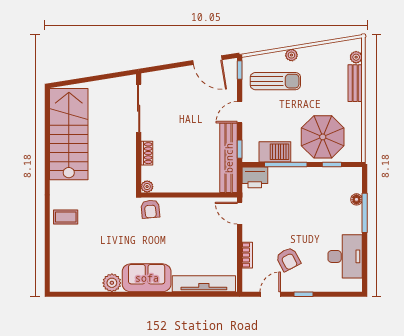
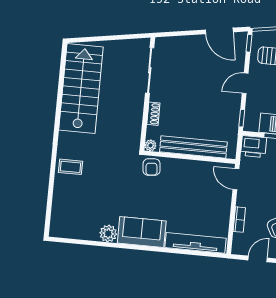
bench: (229, 158) -> (193, 147), moved, turned 90

